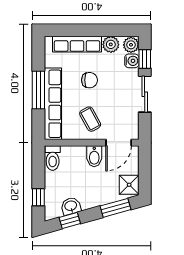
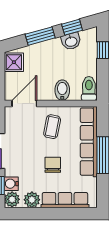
chair: (90, 80) -> (53, 165), turned 90
coffee table: (90, 119) -> (52, 127), turned 40
bidet: (94, 156) -> (62, 90), moved
window: (115, 208) -> (40, 36), moved

